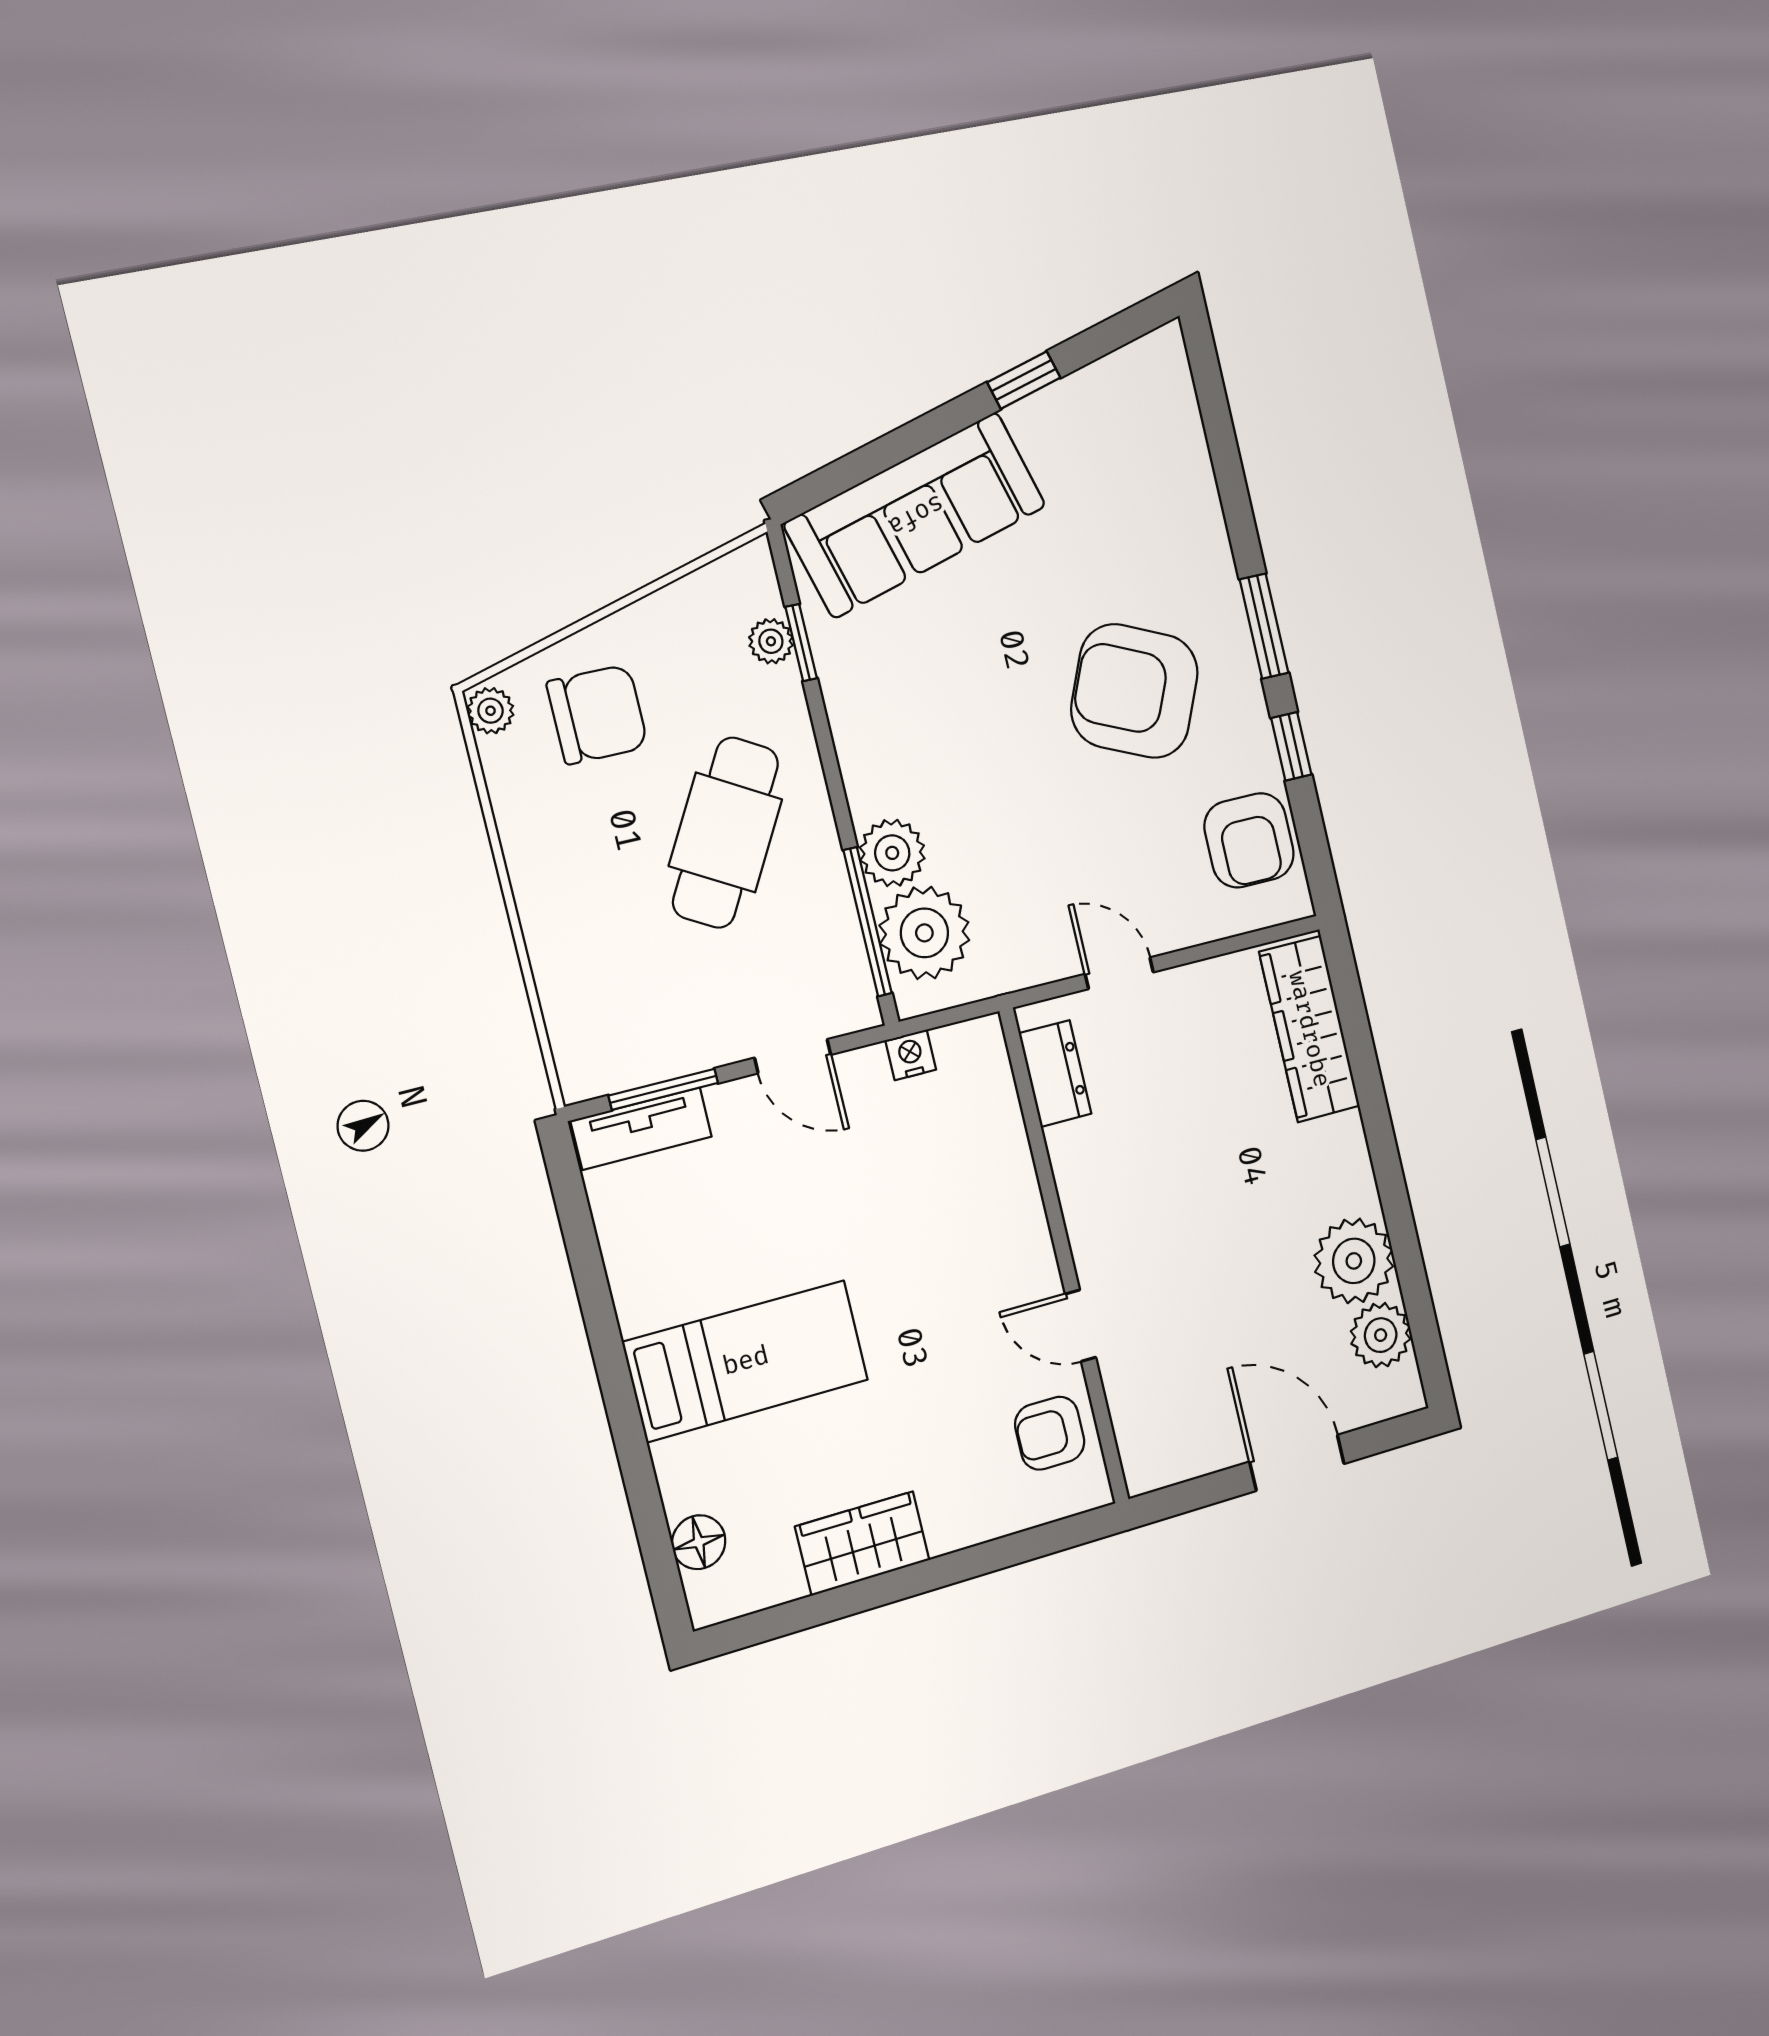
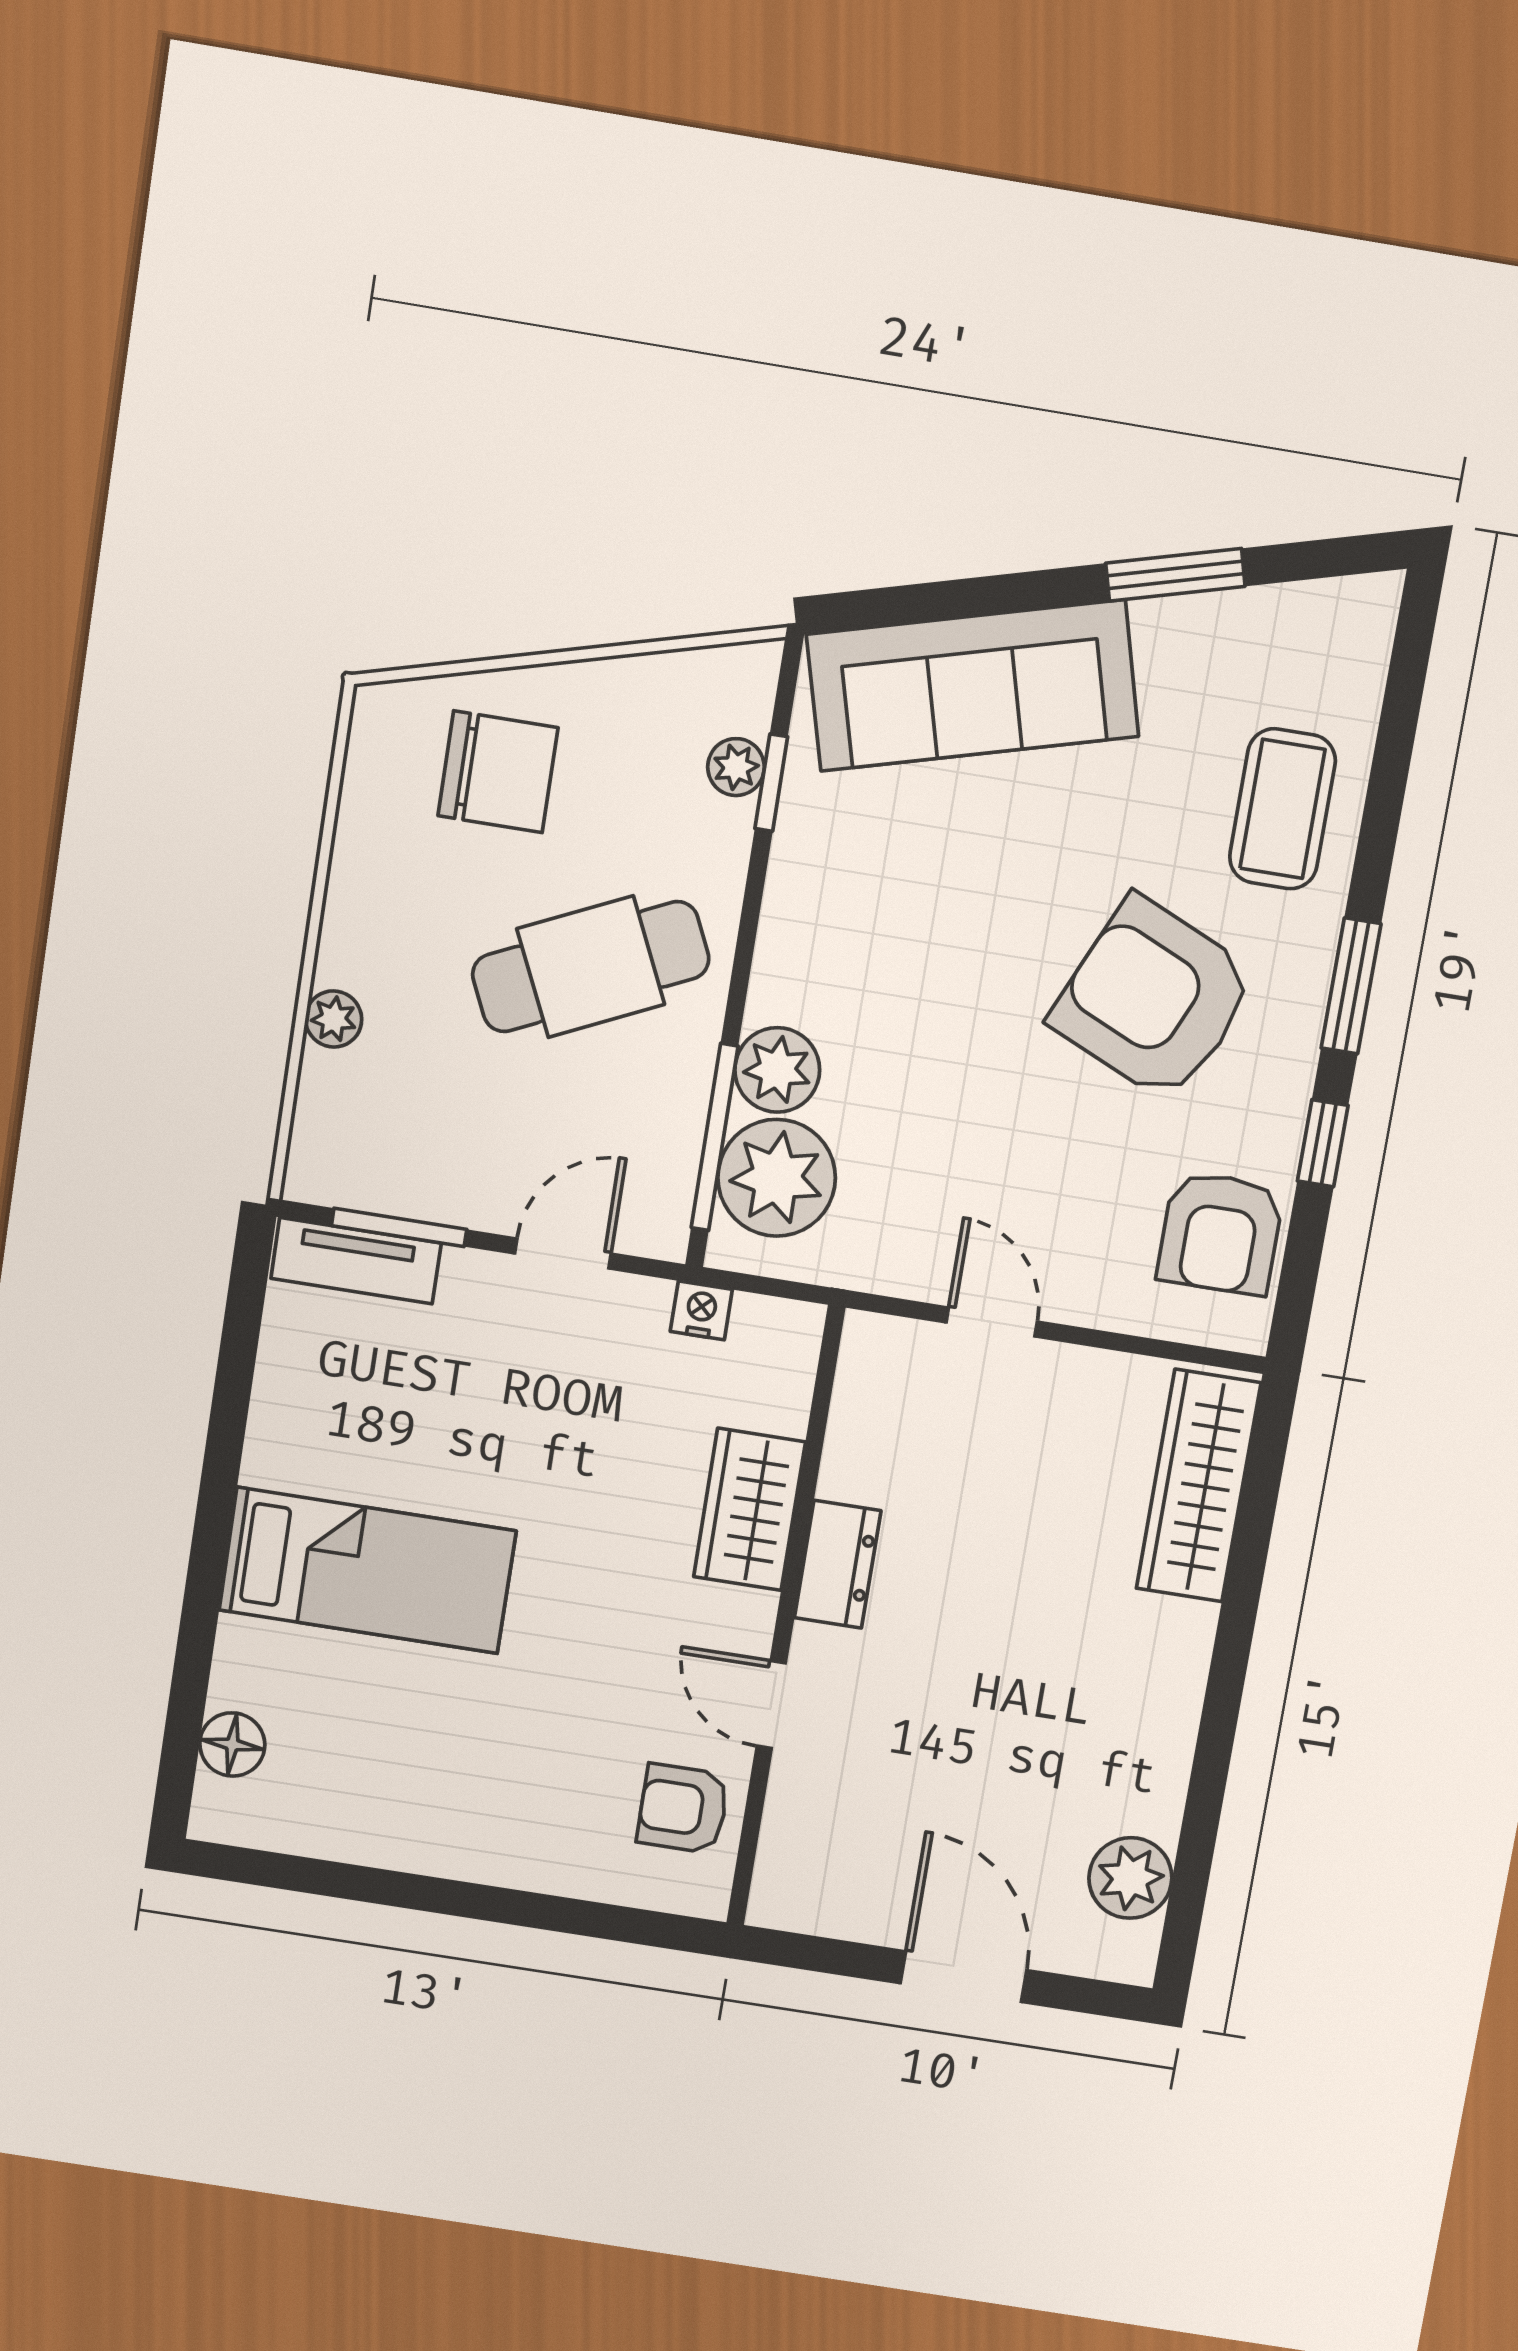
window: (1024, 380) -> (1175, 575), width x1.50
coffee table: (1166, 519) -> (1282, 809), added
plant: (491, 711) -> (334, 1019), moved
cafe table: (726, 833) -> (591, 967), turned 35
door: (793, 1056) -> (563, 1254), swing flipped
dresser: (1055, 1073) -> (838, 1564), moved
plant: (1354, 1261) -> (1135, 1778), removed
wardrobe: (862, 1543) -> (749, 1509), moved, turned -90

